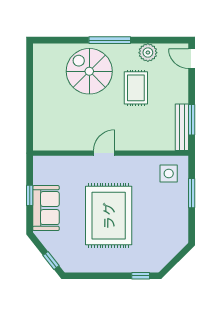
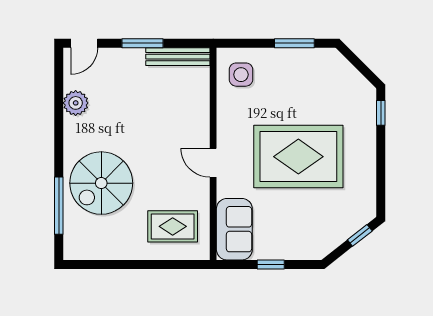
window: (110, 40) -> (59, 206), moved
rug: (136, 88) -> (173, 226), moved
window: (192, 120) -> (142, 43), moved
window: (192, 193) -> (294, 43), moved
sofa: (46, 208) -> (234, 229), moved, turned 90

